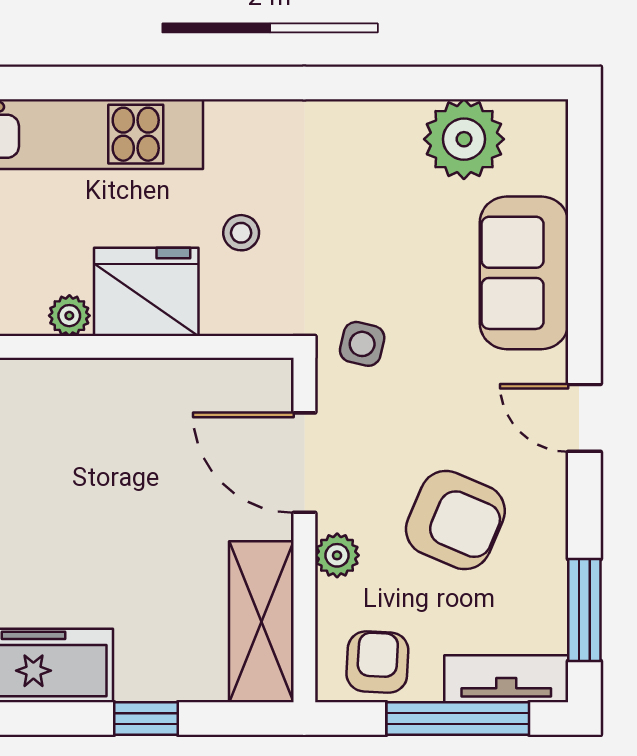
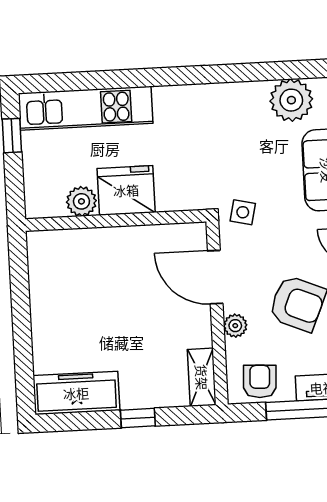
stool: (241, 233) -> (175, 156), removed
plant: (69, 316) -> (81, 201), width x1.38, depth x1.38
shelving: (261, 622) -> (202, 377), width x0.67, depth x0.75

